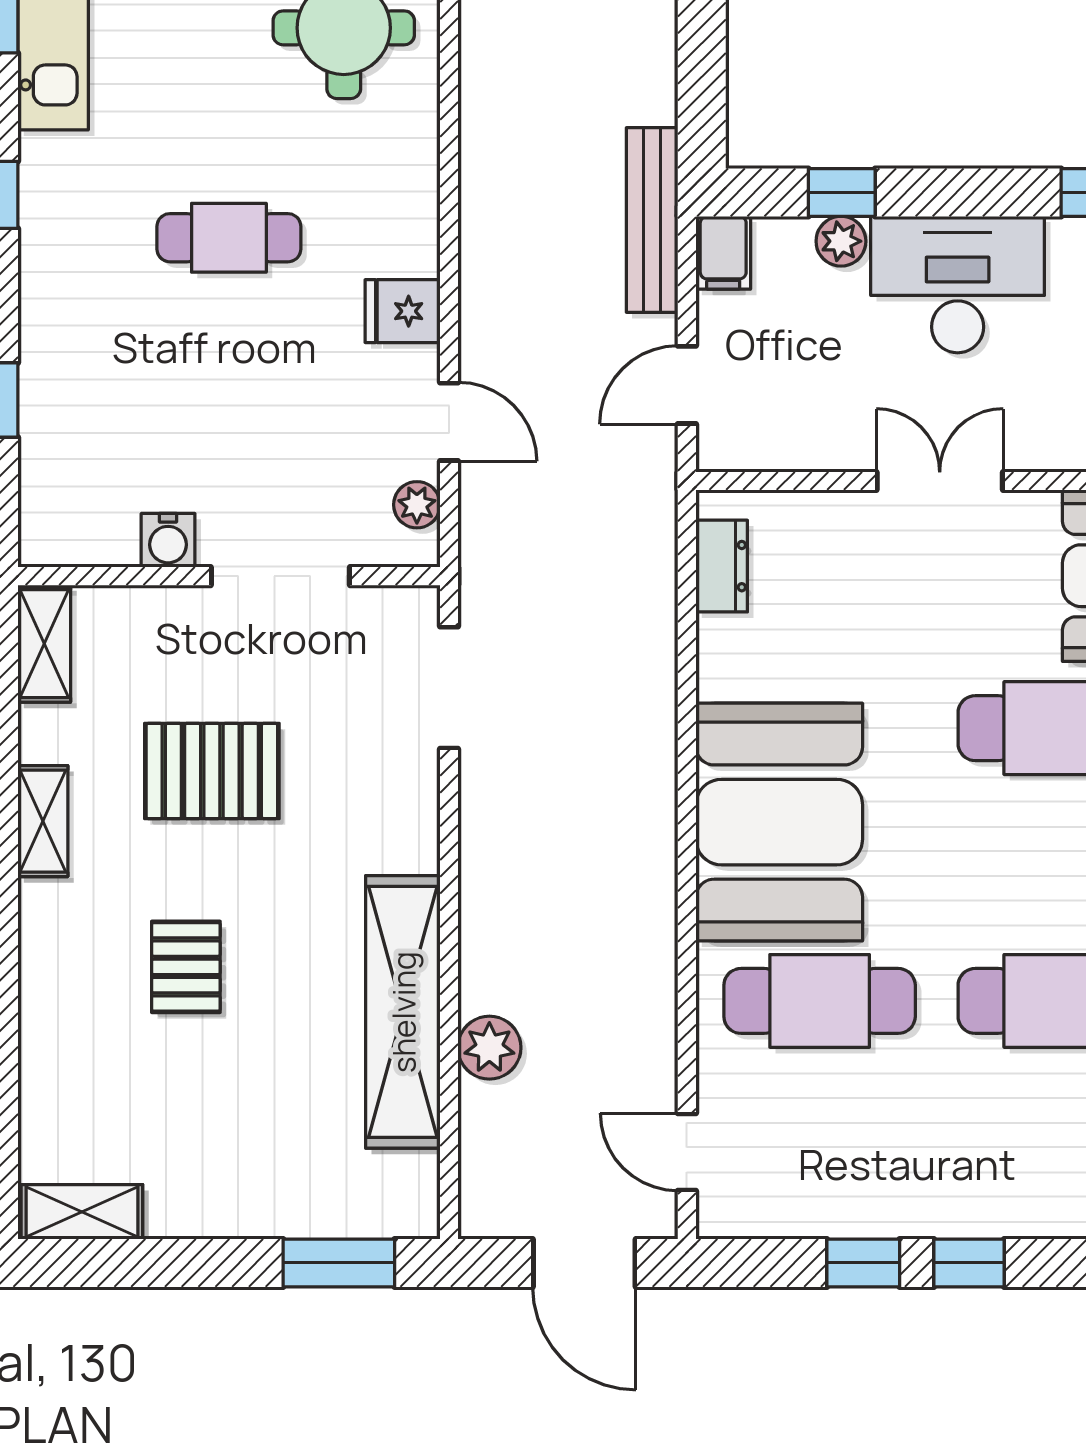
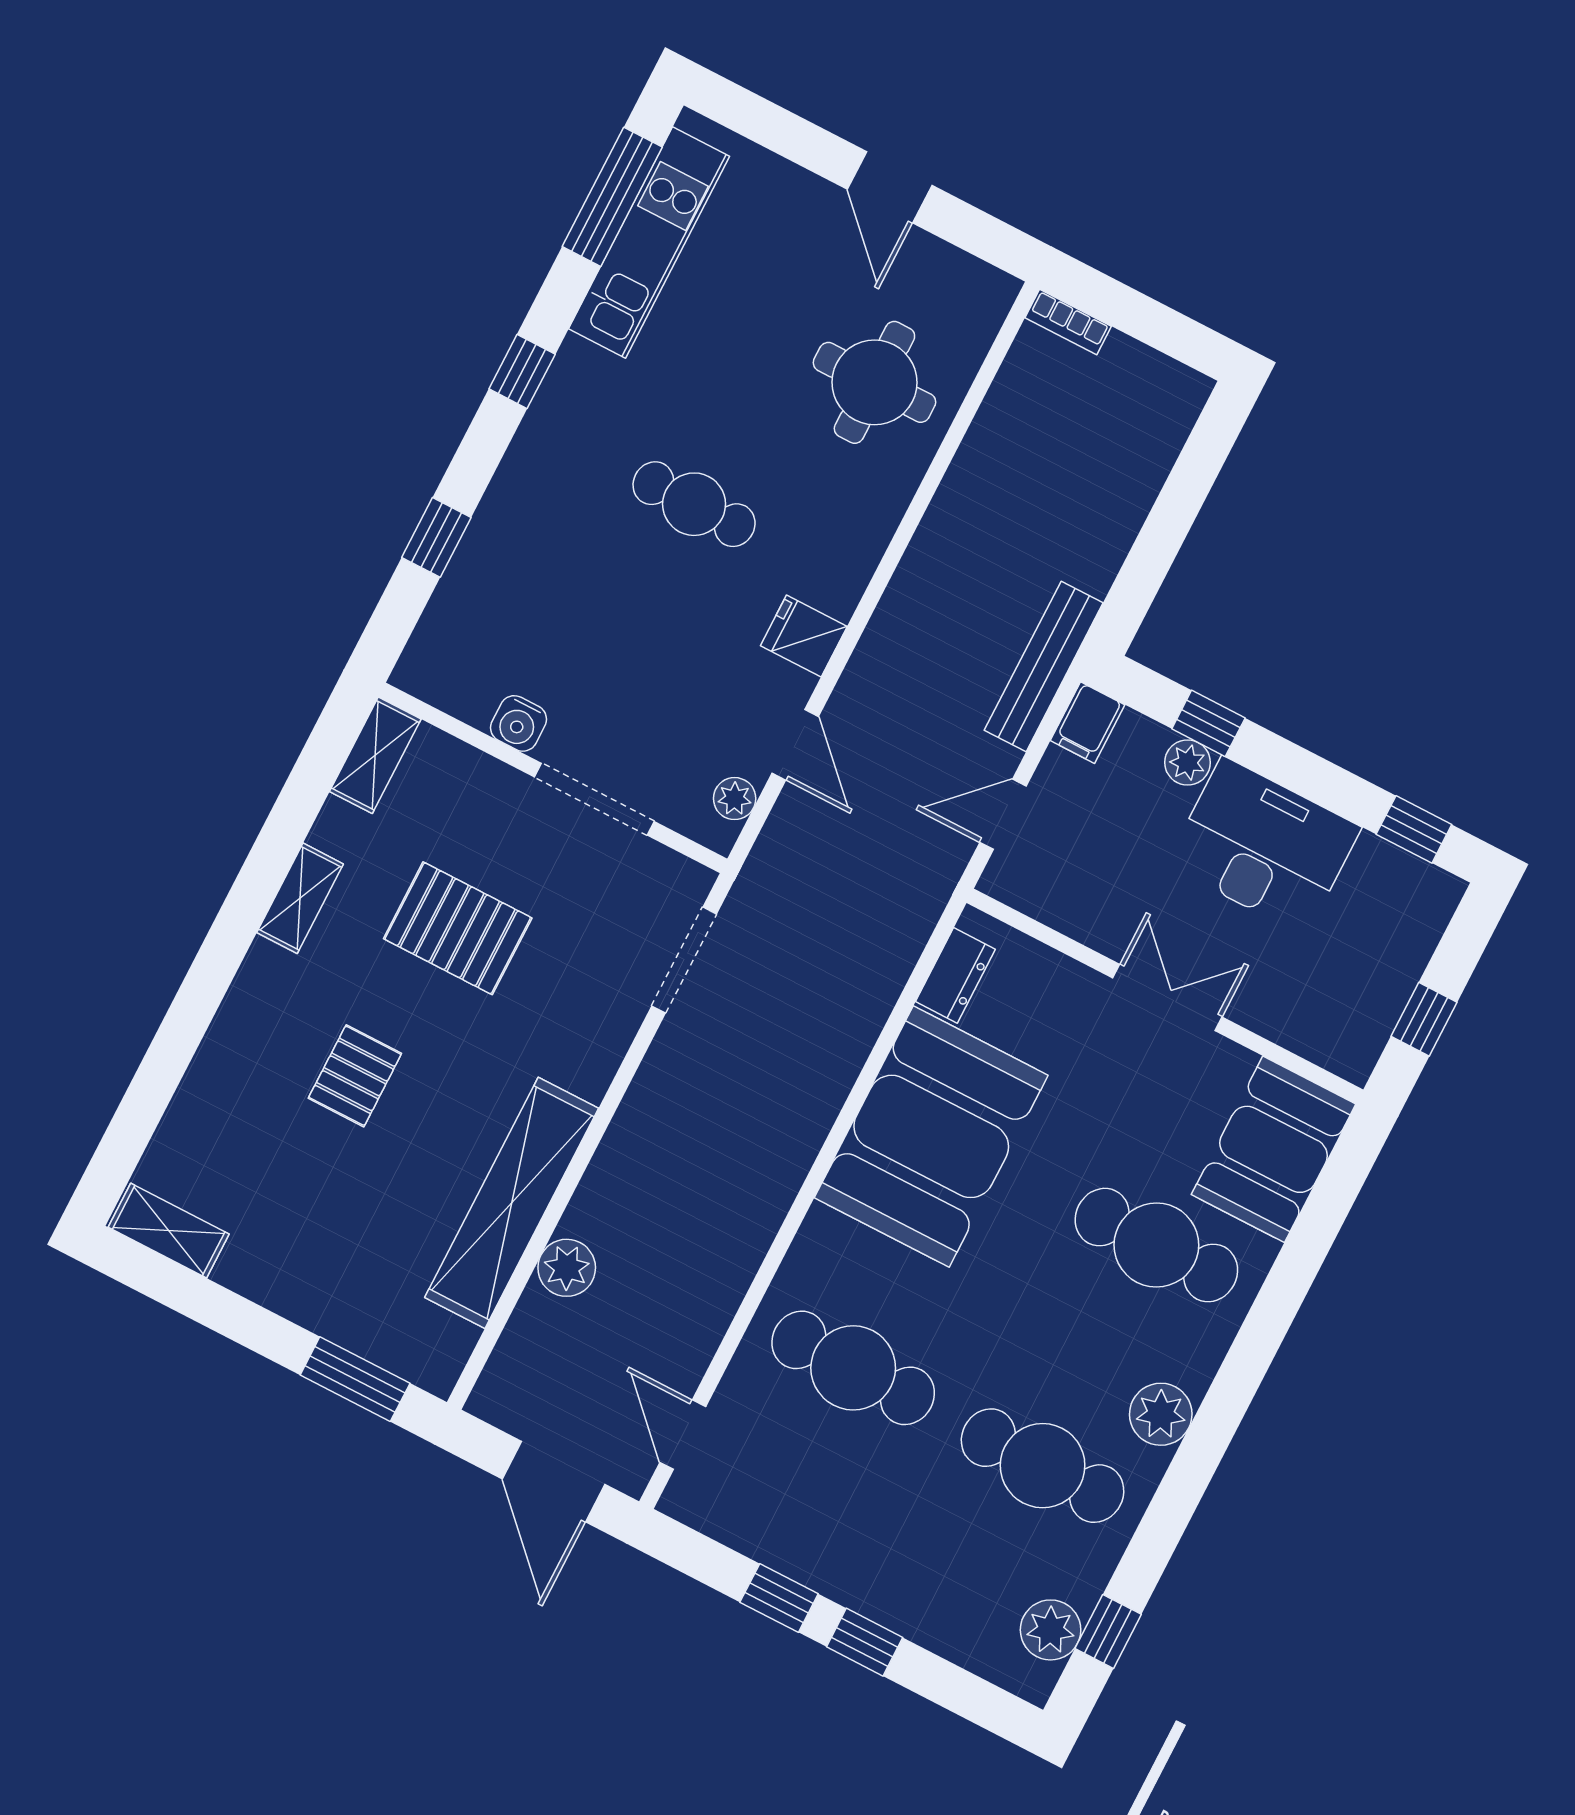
booth: (779, 822) -> (931, 1136), moved

